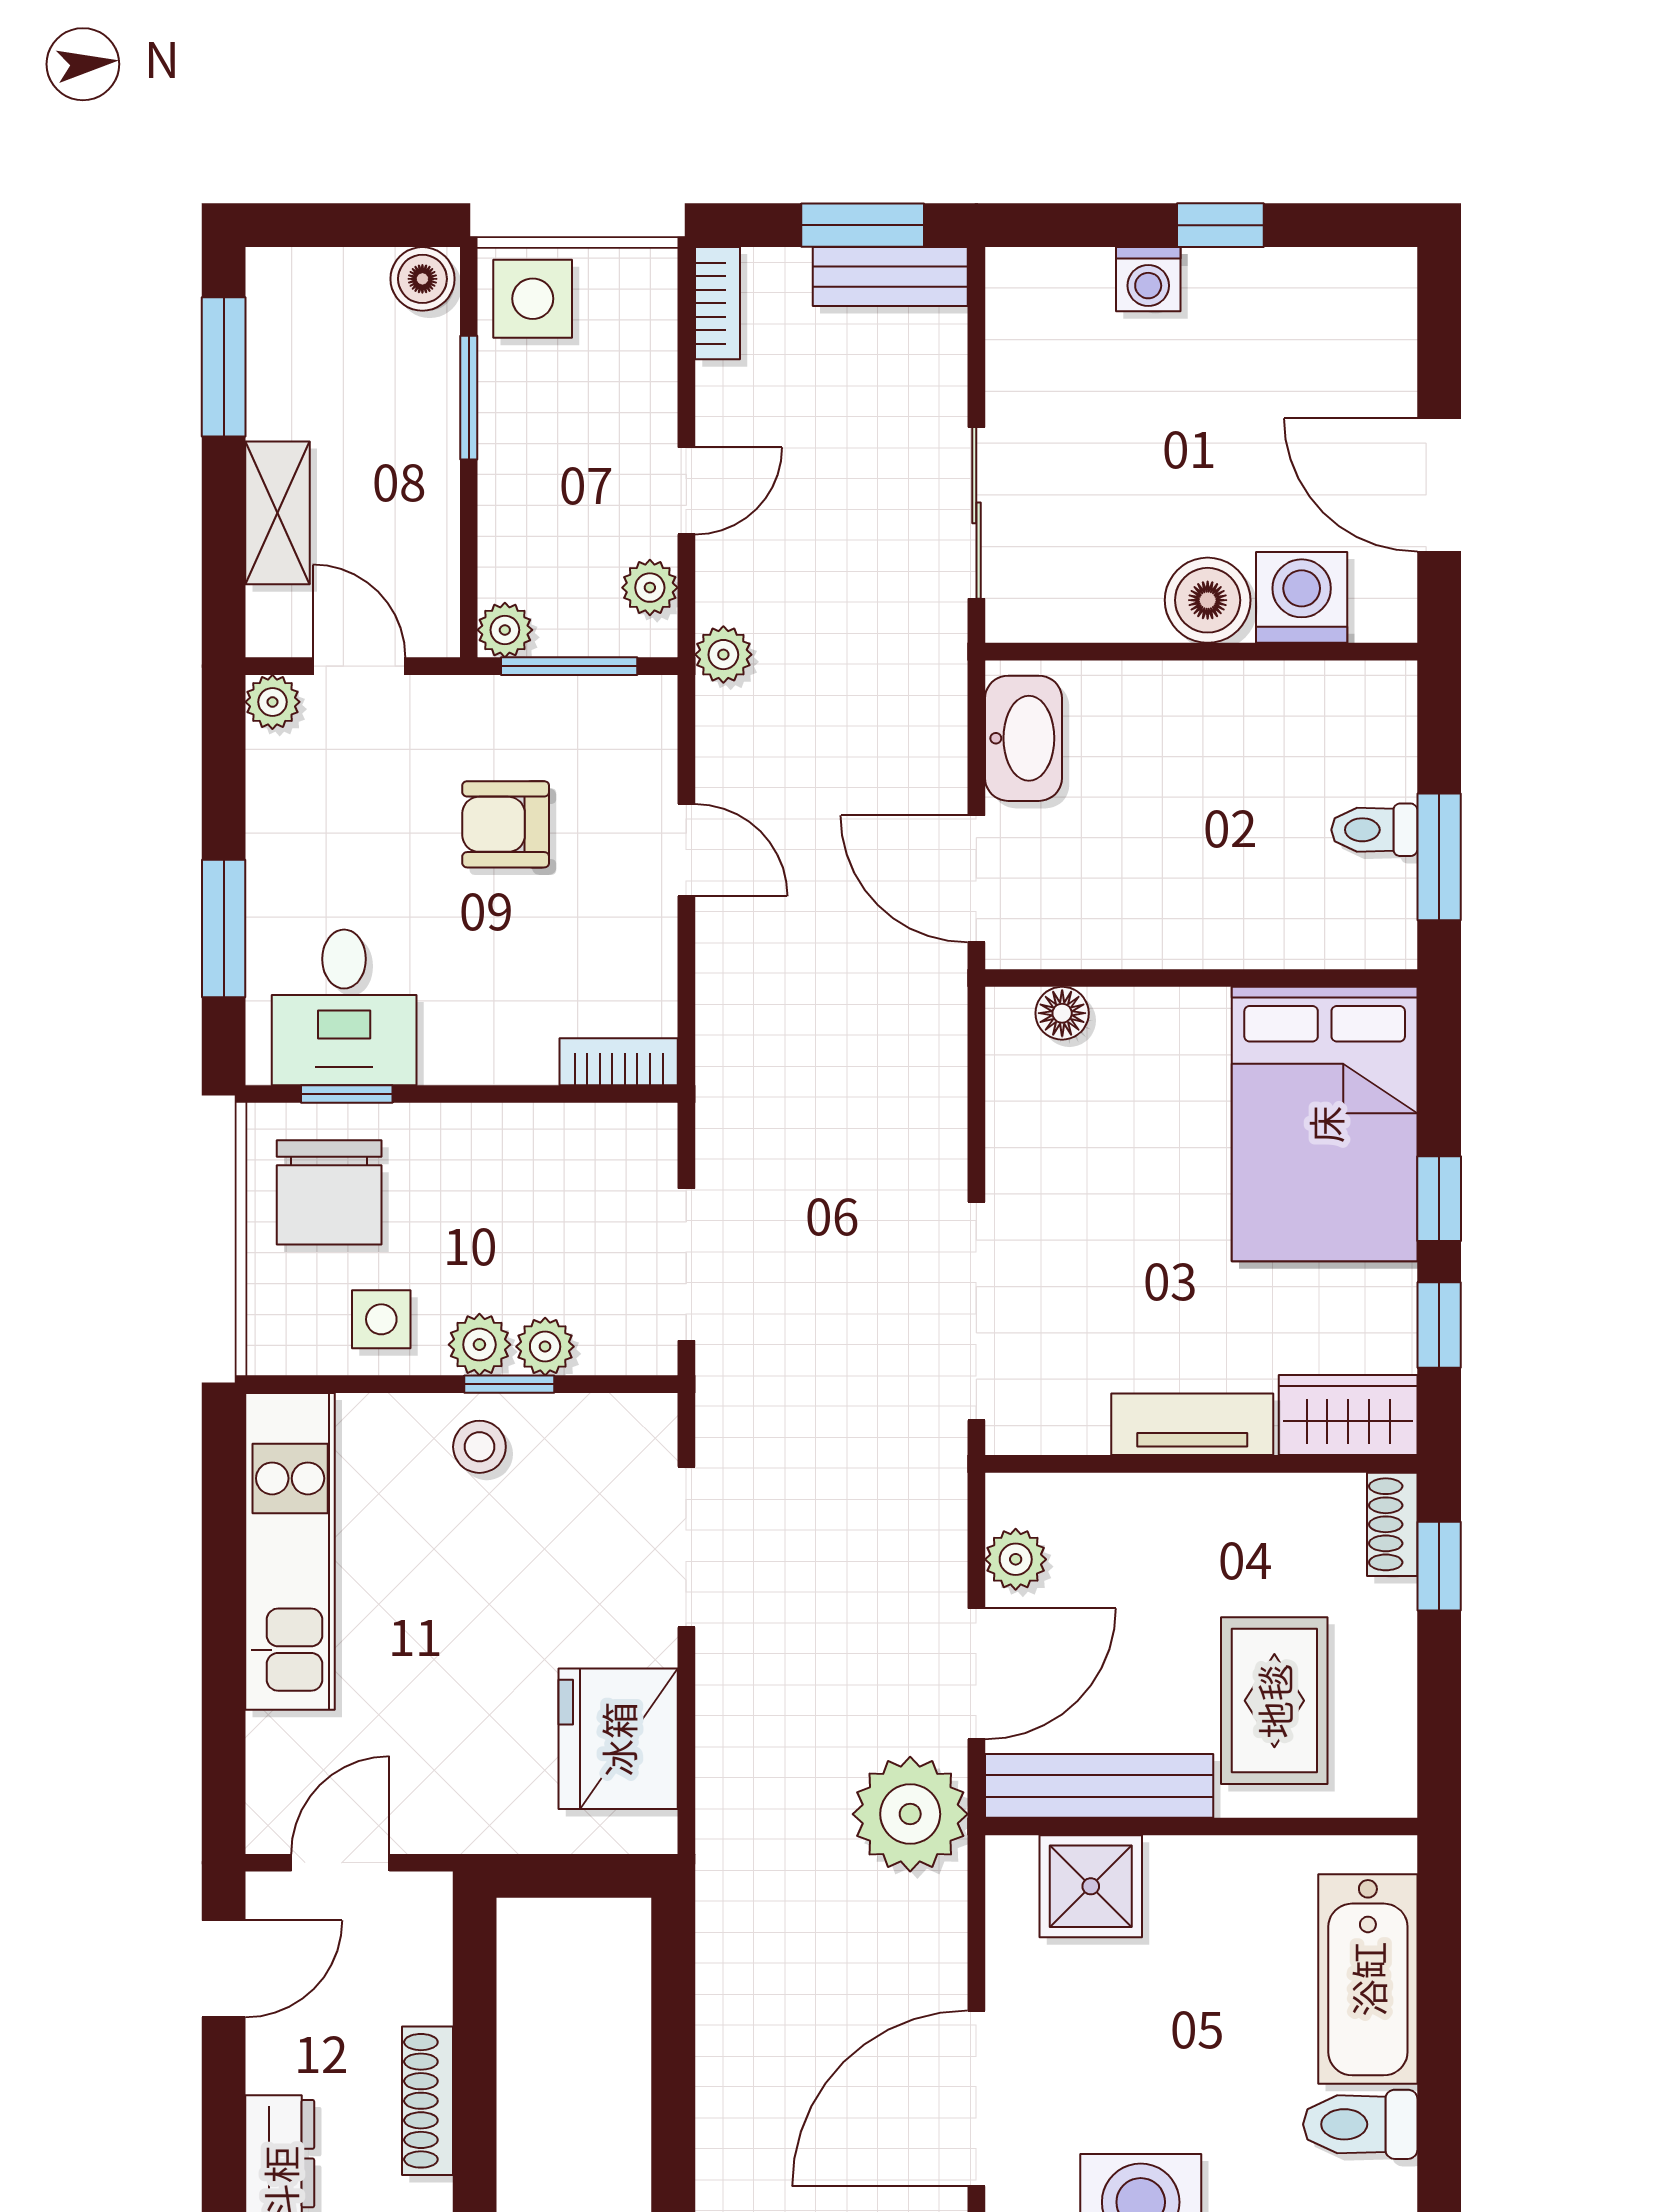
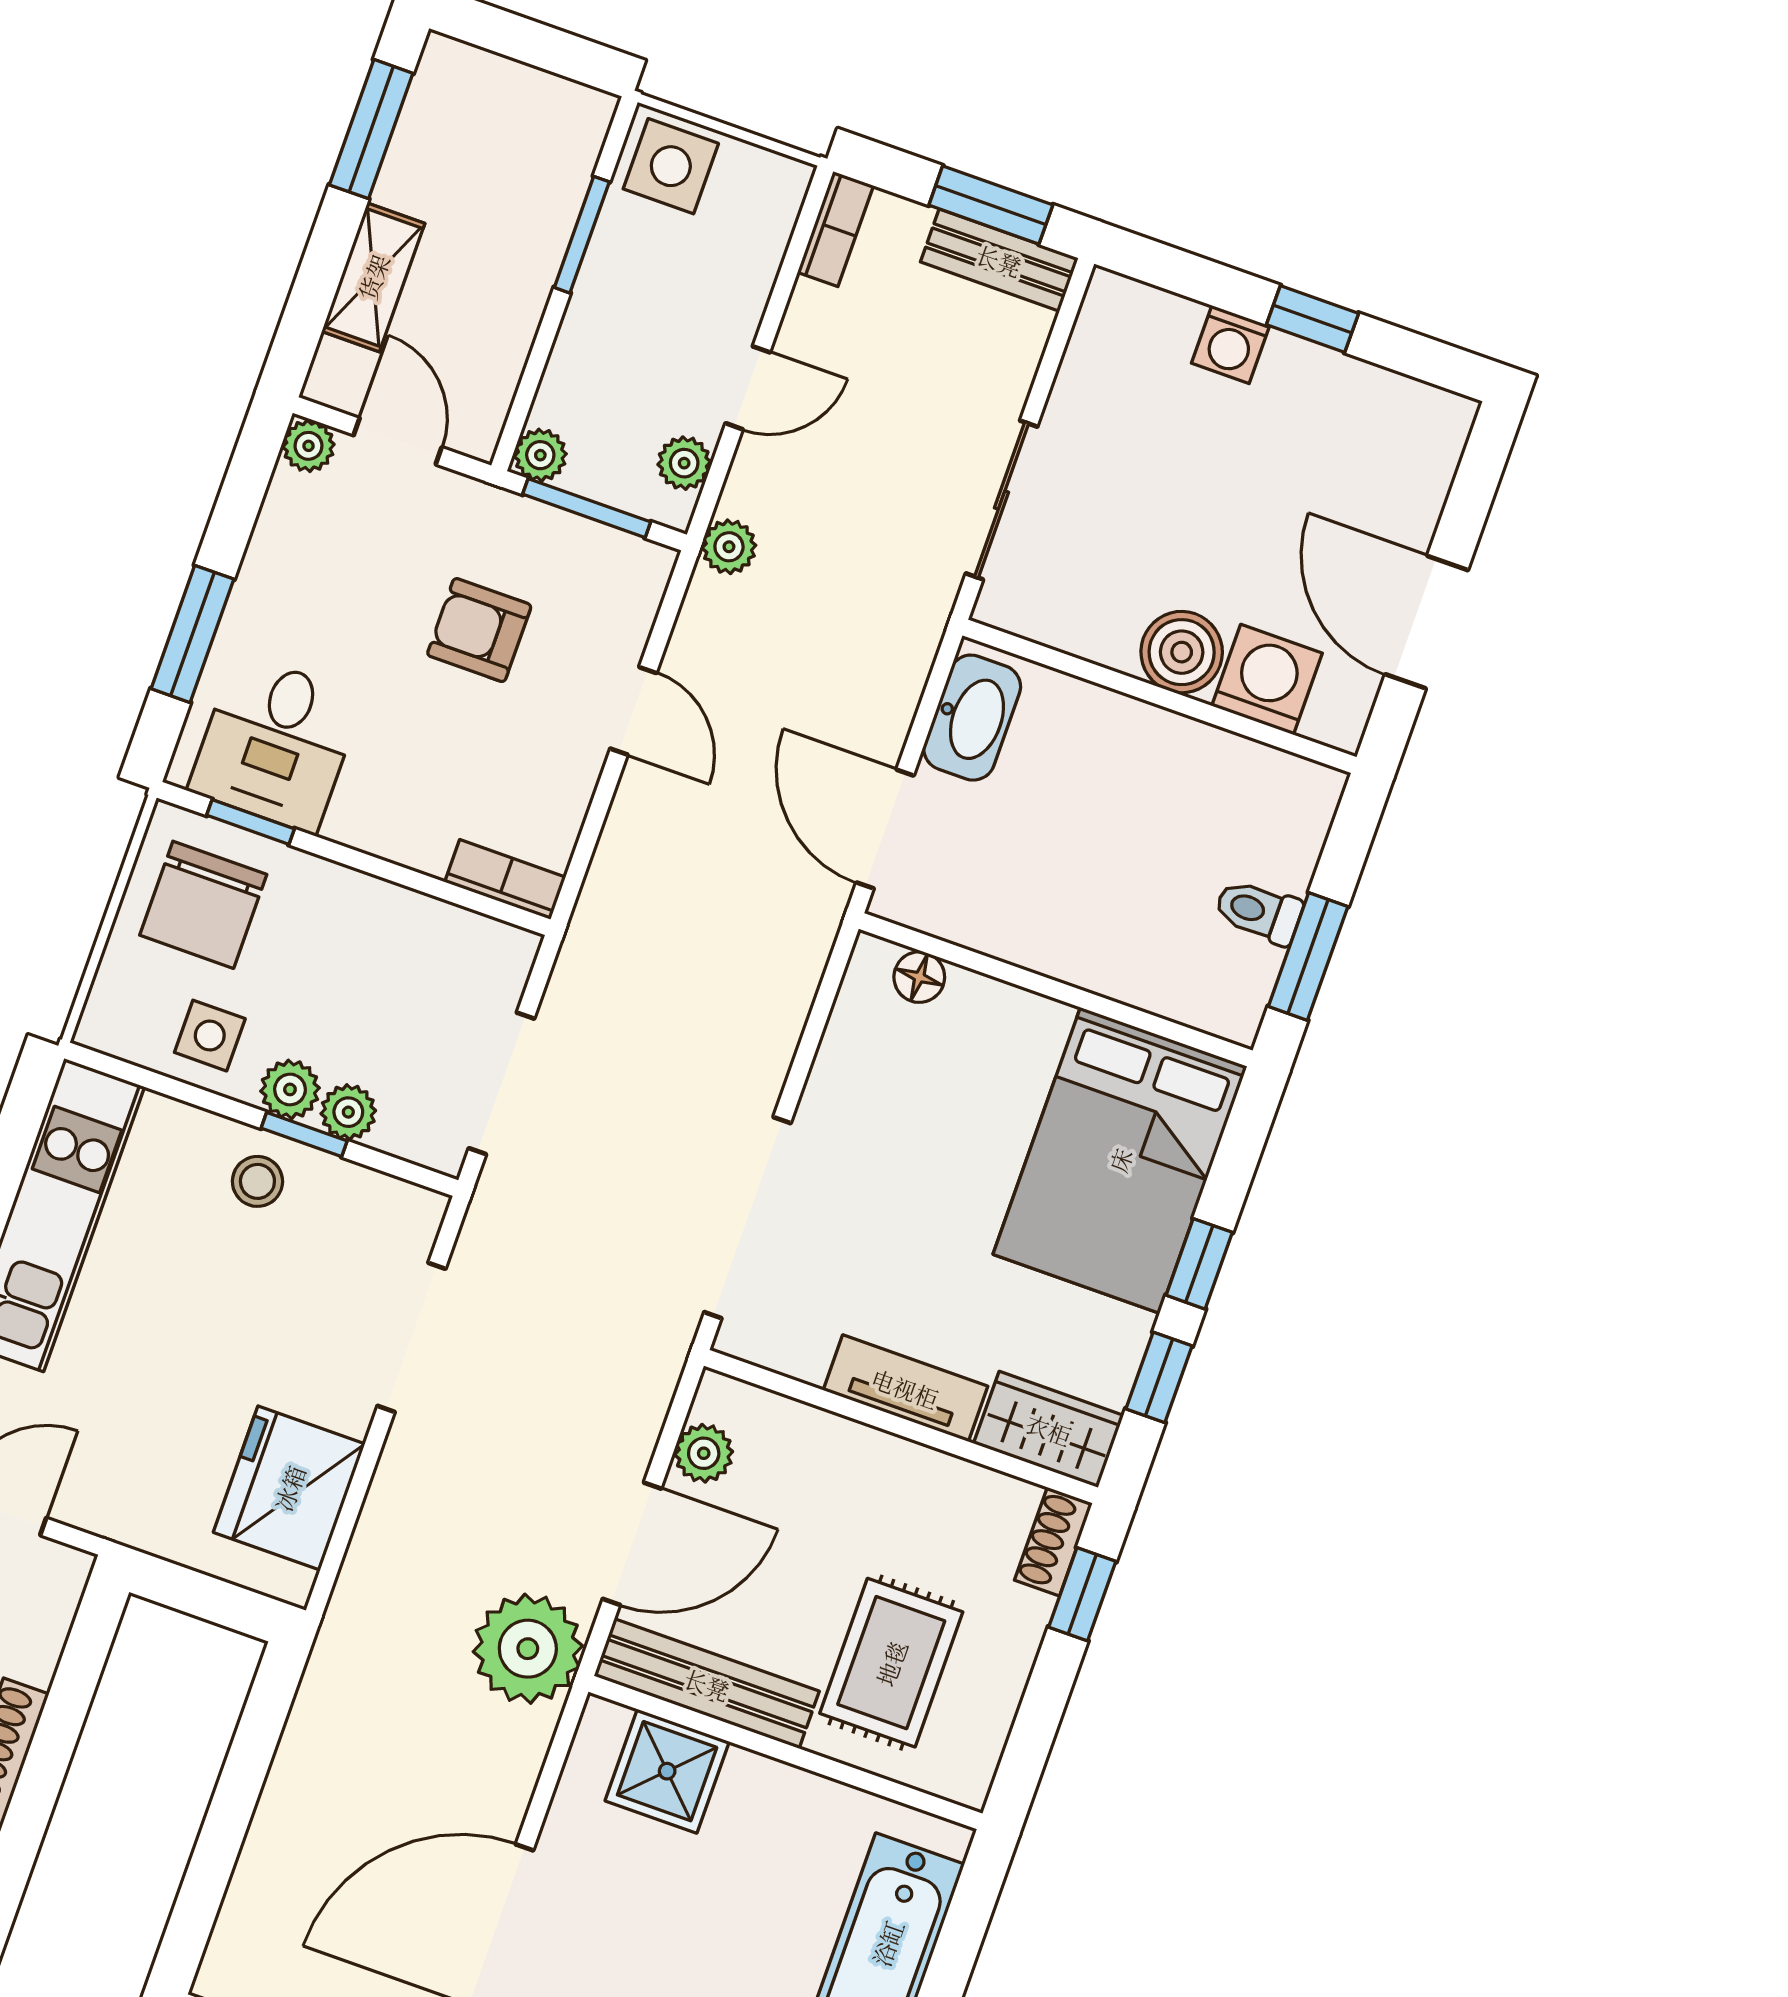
boiler: (422, 279) -> (578, 113), removed

